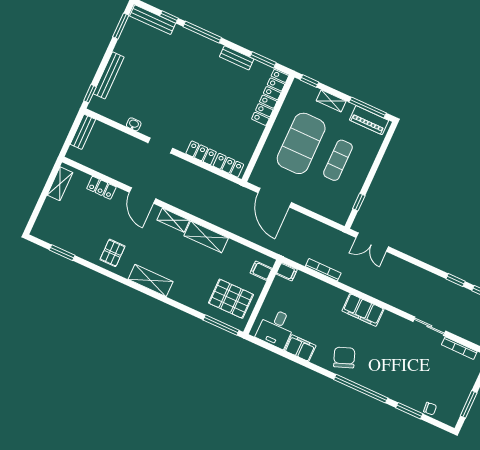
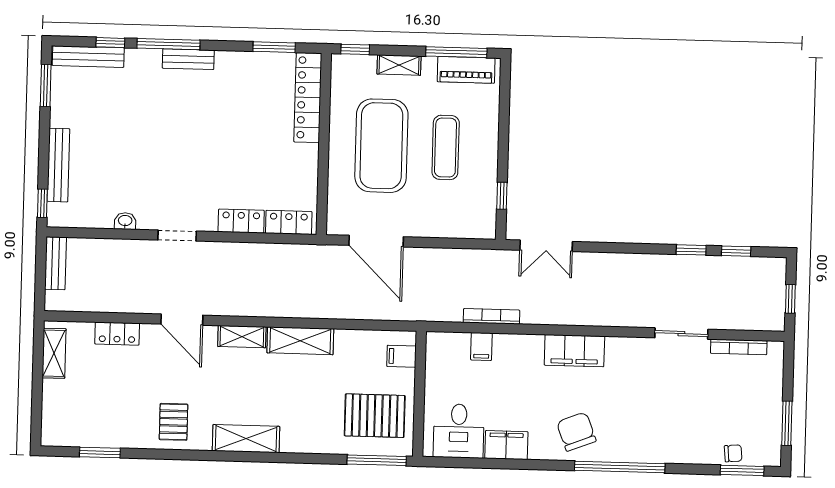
bench: (237, 58) -> (188, 59), moved
filing cabinet: (287, 272) -> (481, 346), moved, turned 90
window: (409, 411) -> (742, 470), moved

